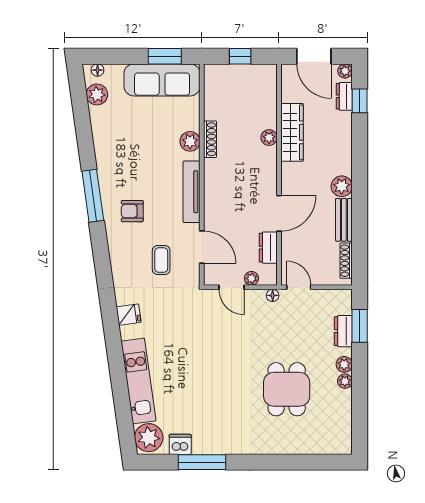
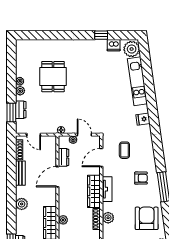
armchair: (122, 140) -> (147, 218), added
plant: (342, 186) -> (22, 204), moved
wardrobe: (215, 188) -> (94, 191), added
tv unit: (192, 192) -> (107, 189), width x0.71
door: (202, 247) -> (101, 158), hinge flipped
door: (299, 287) -> (34, 135), moved
window: (202, 462) -> (101, 35), width x0.46

